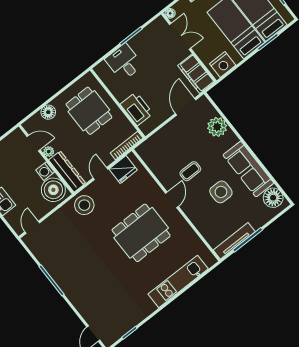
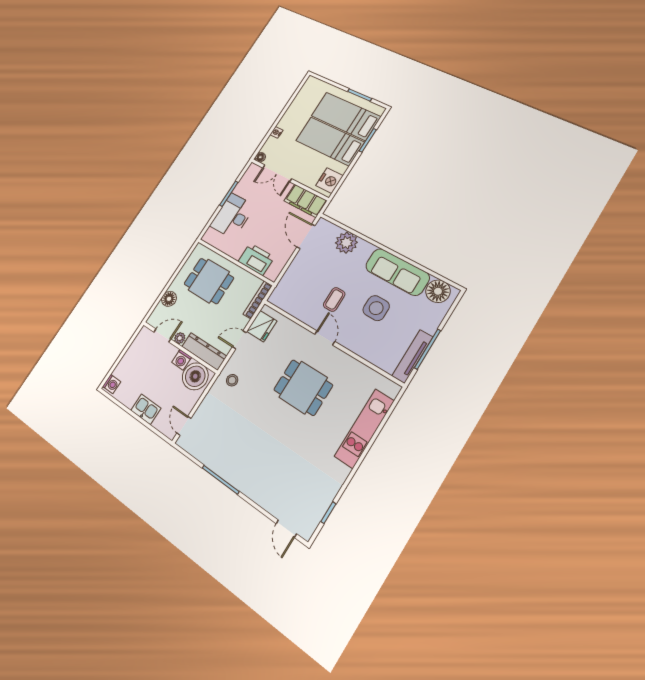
double door: (180, 36) -> (277, 173), swing flipped
desk: (124, 62) -> (233, 216), width x1.37
door: (101, 174) -> (239, 340), hinge flipped
stool: (84, 205) -> (232, 380), width x0.53, depth x0.53
dining table: (141, 233) -> (303, 387), width x0.73

